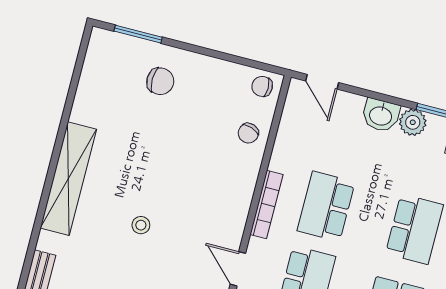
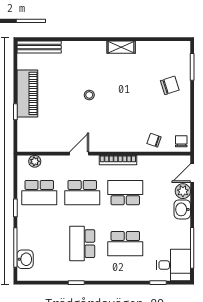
chair: (160, 81) -> (170, 85), turned -109
plant: (413, 122) -> (183, 191), moved
shelving: (68, 179) -> (121, 47), width x0.45, depth x0.75

